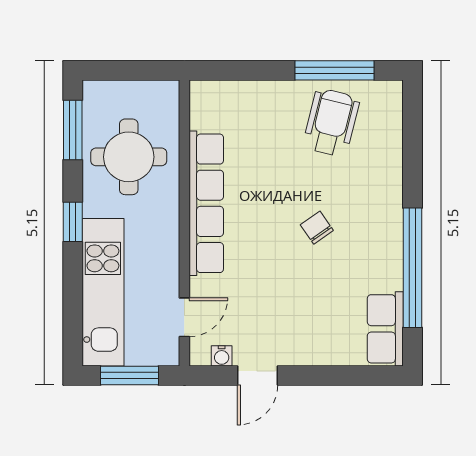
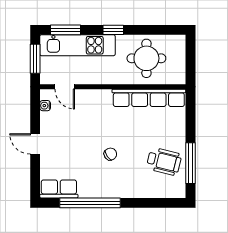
window: (73, 130) -> (65, 30), moved
row of seats: (206, 203) -> (149, 98), moved
door: (258, 376) -> (35, 144), moved

